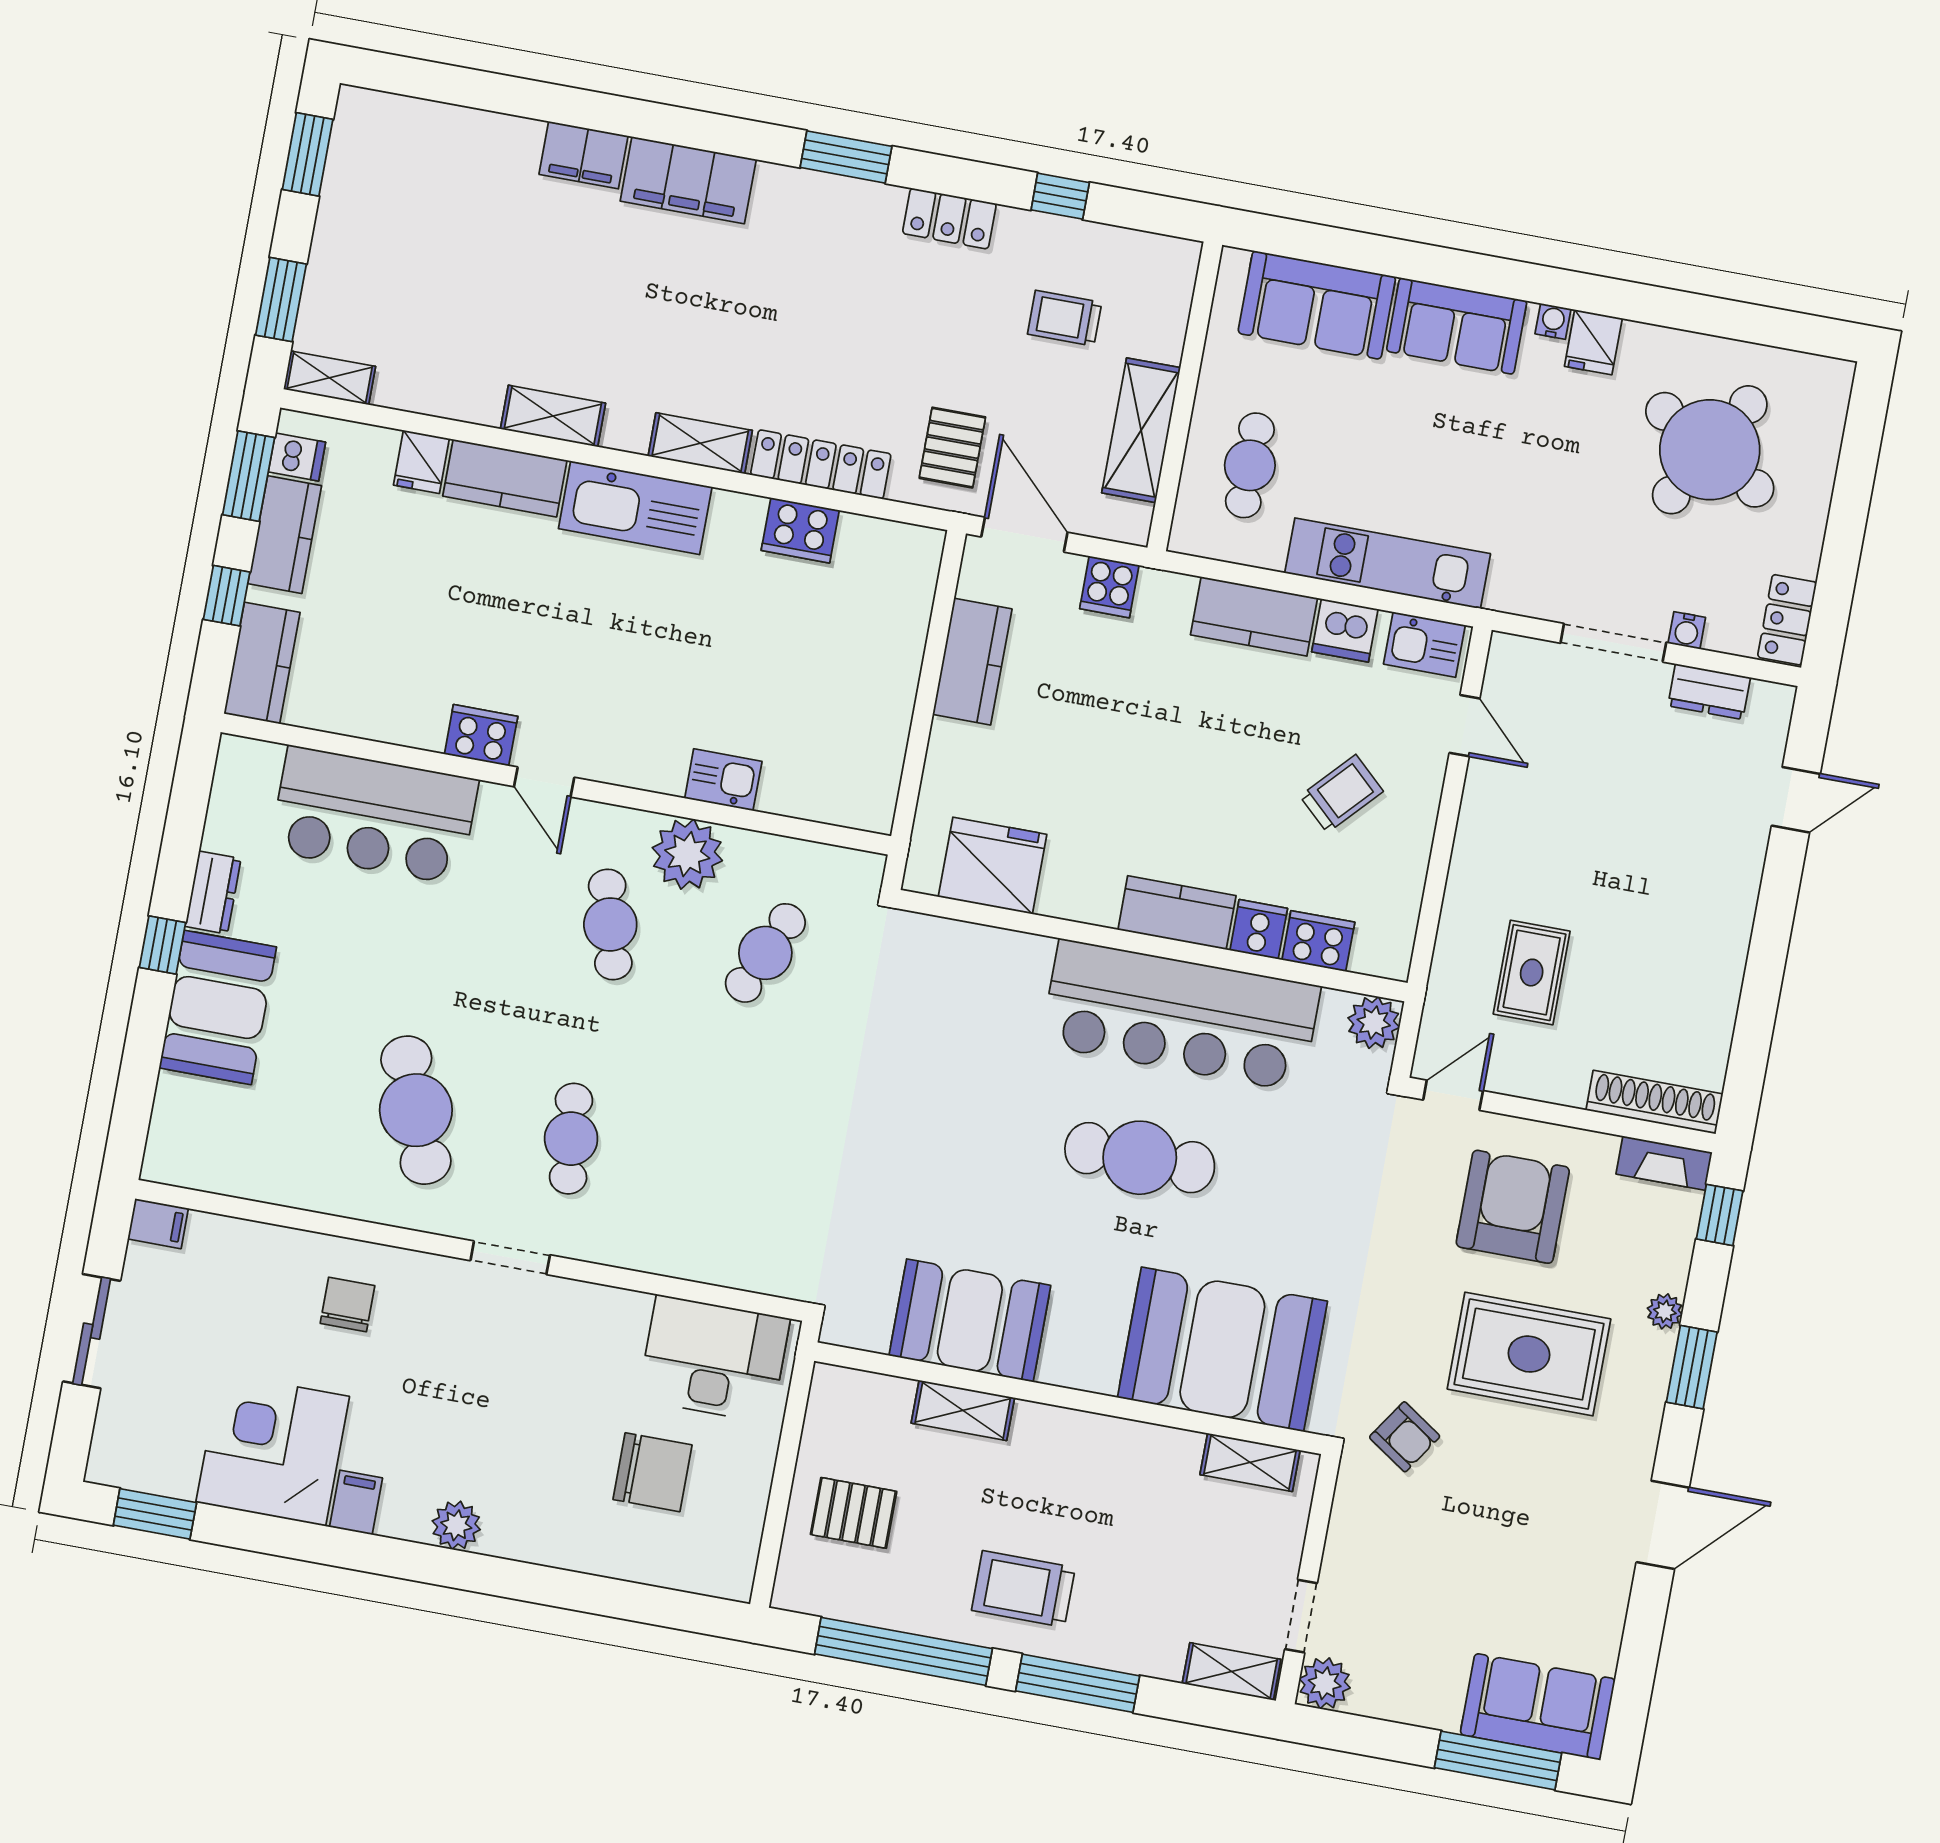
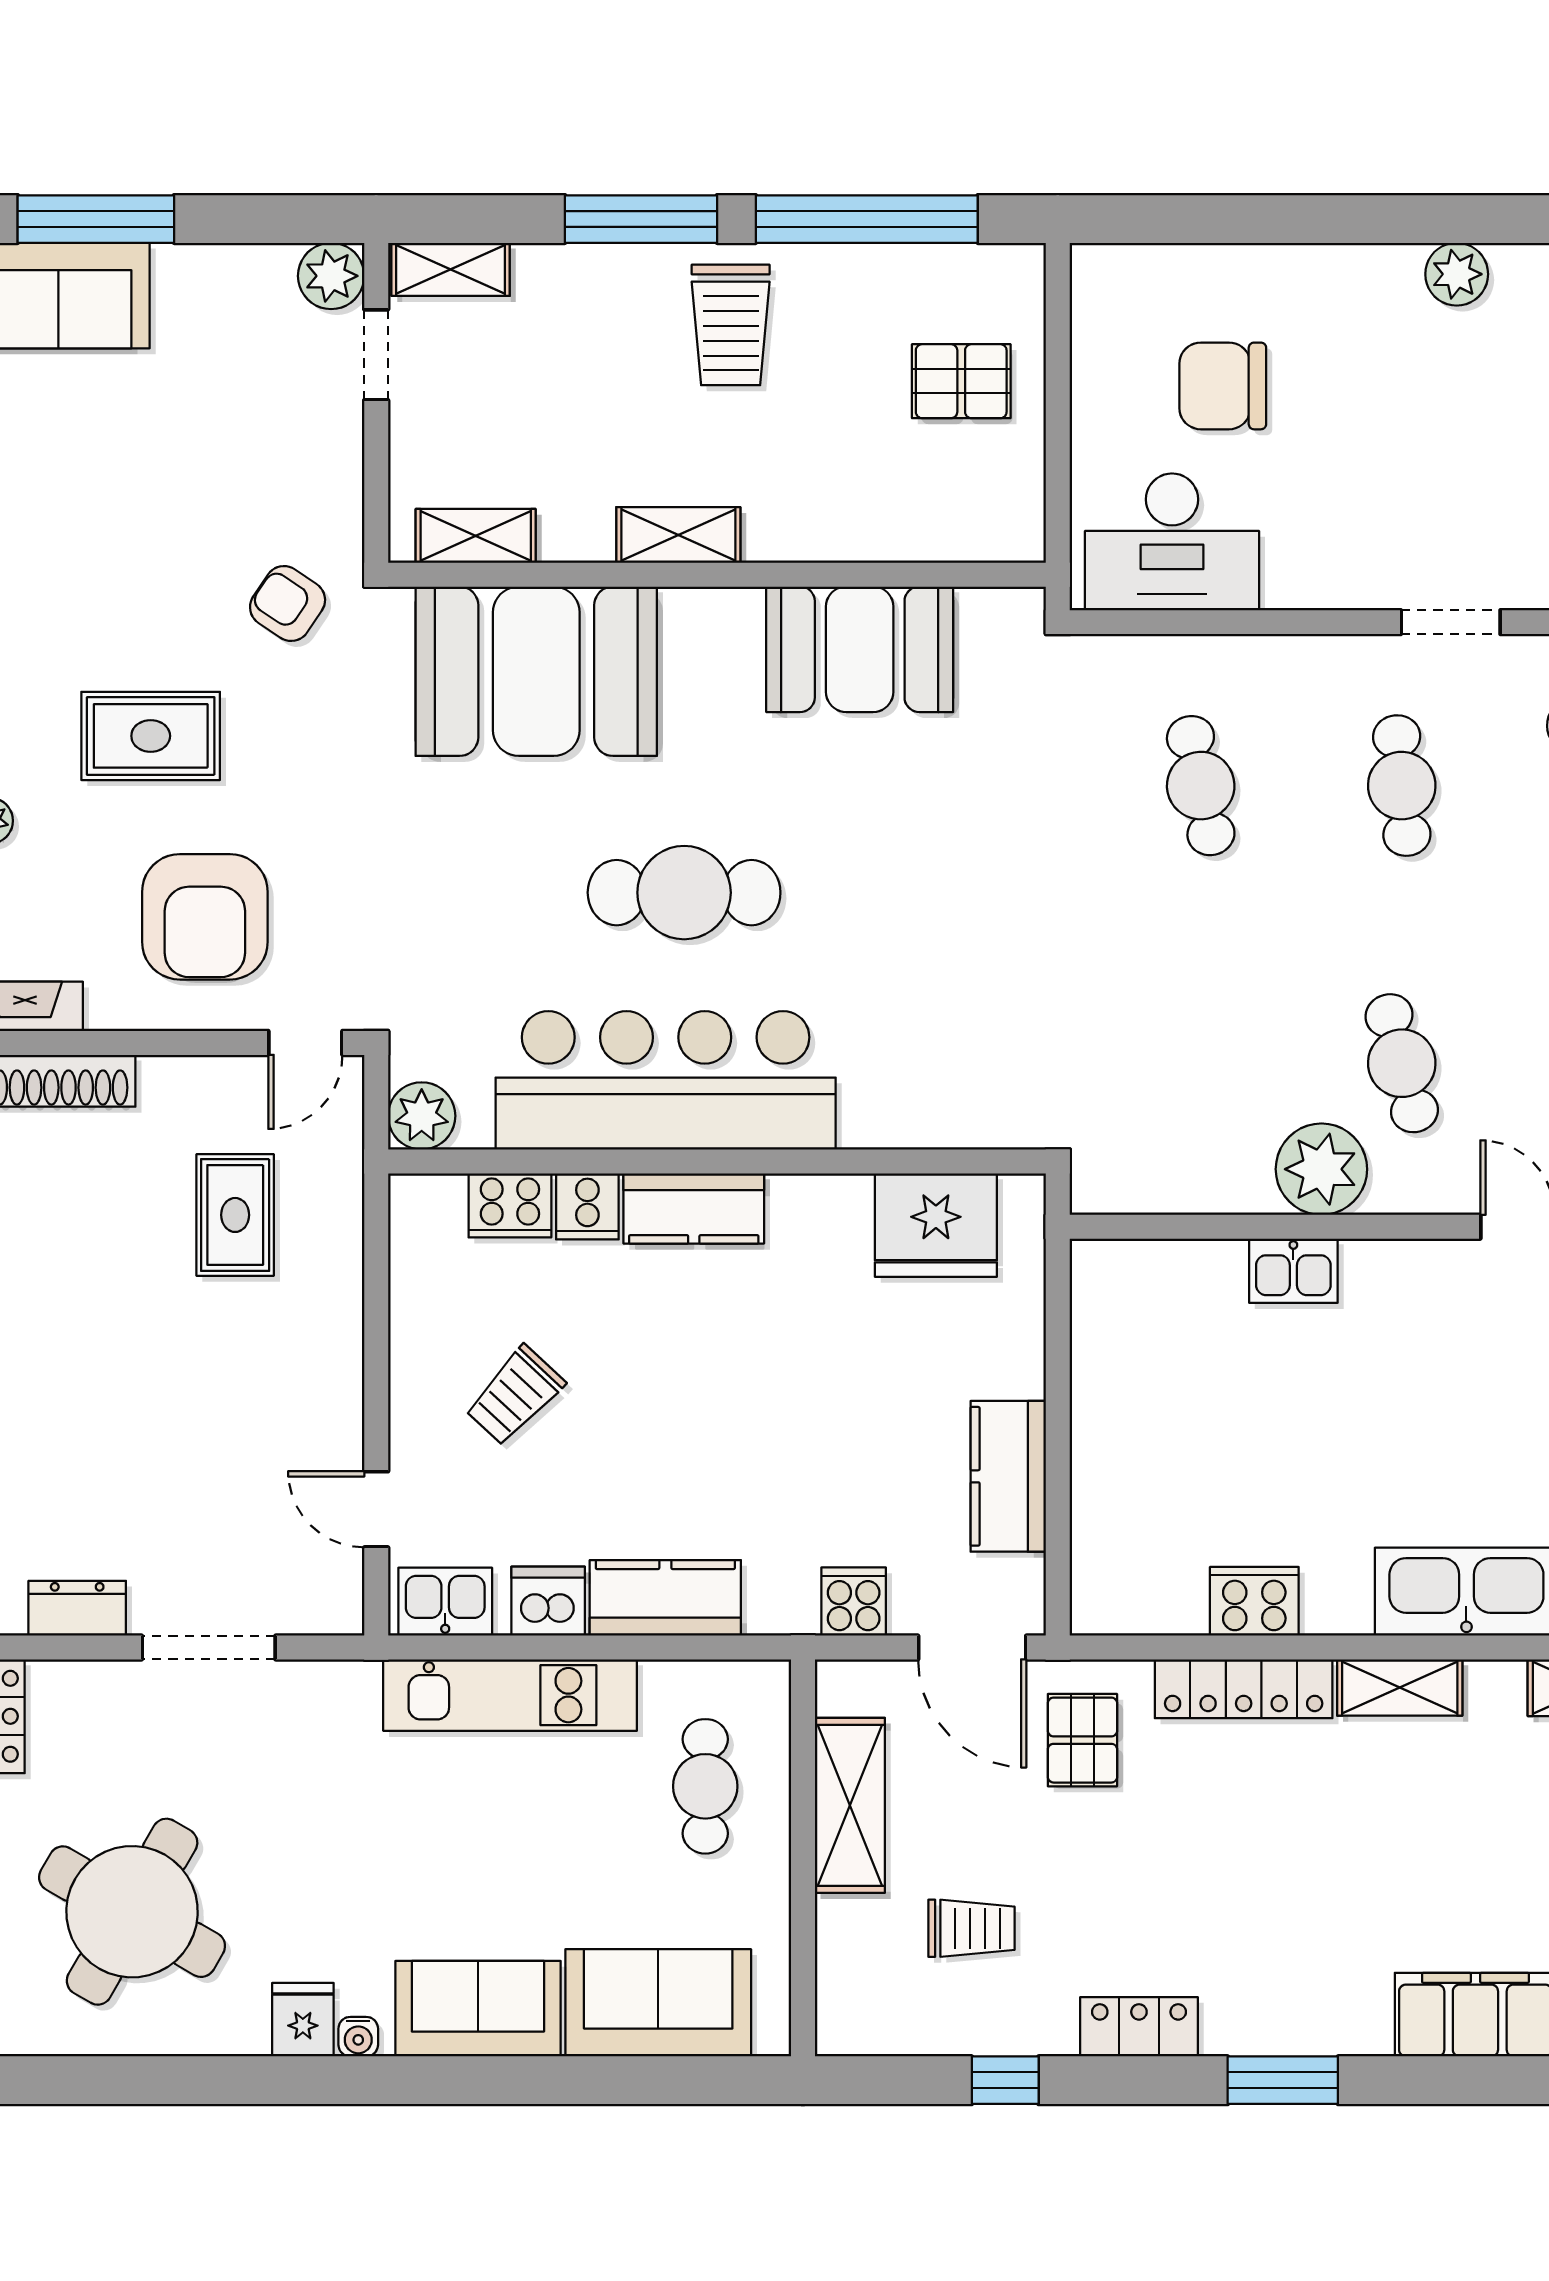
water cooler: (1687, 630) -> (119, 1680), removed
cafe table: (765, 953) -> (1201, 786), moved, turned -36
rug: (1529, 1354) -> (151, 736), width x0.73, depth x0.70
shelving: (963, 1410) -> (678, 535), moved
trolley: (1023, 1589) -> (731, 325), turned 90

